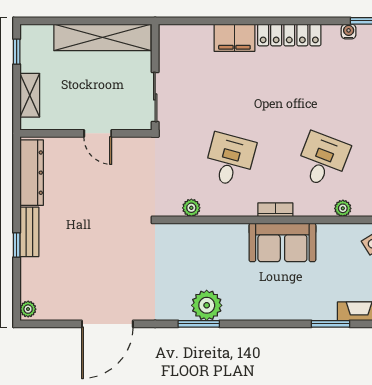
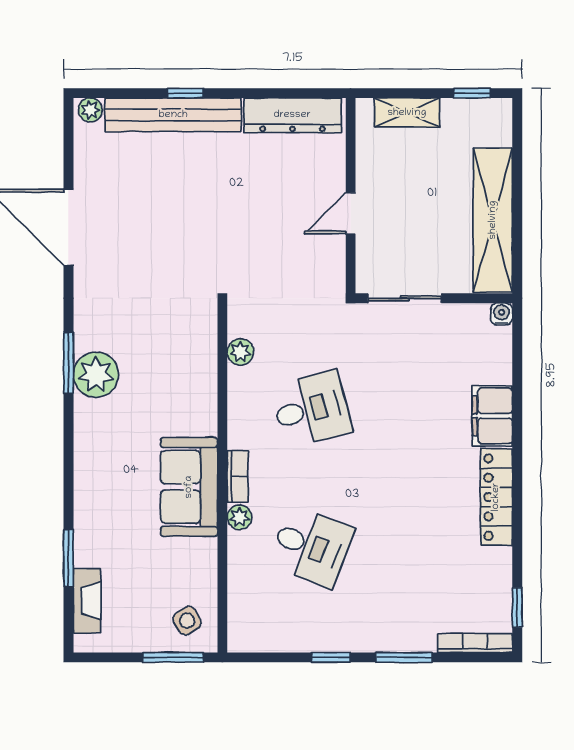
water cooler: (349, 32) -> (502, 314), moved, turned -90
desk: (230, 160) -> (311, 409), turned -30
plant: (343, 208) -> (240, 517), moved
bench: (29, 232) -> (173, 115), width x1.86, depth x1.21

